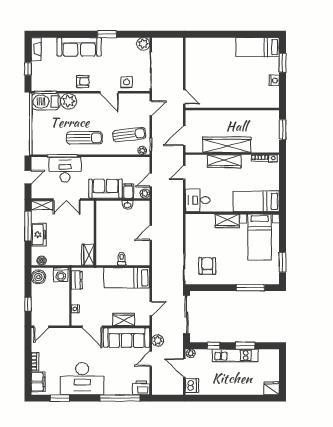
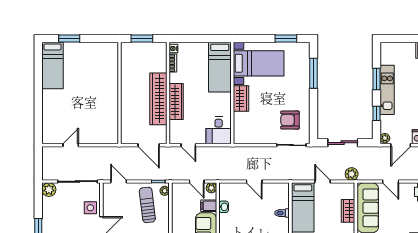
nightstand: (274, 81) -> (89, 47), removed
door: (184, 97) -> (71, 145), moved
door: (151, 309) -> (323, 181), moved
sliding door: (186, 314) -> (343, 143), width x0.73
plant: (158, 340) -> (352, 174), moved

